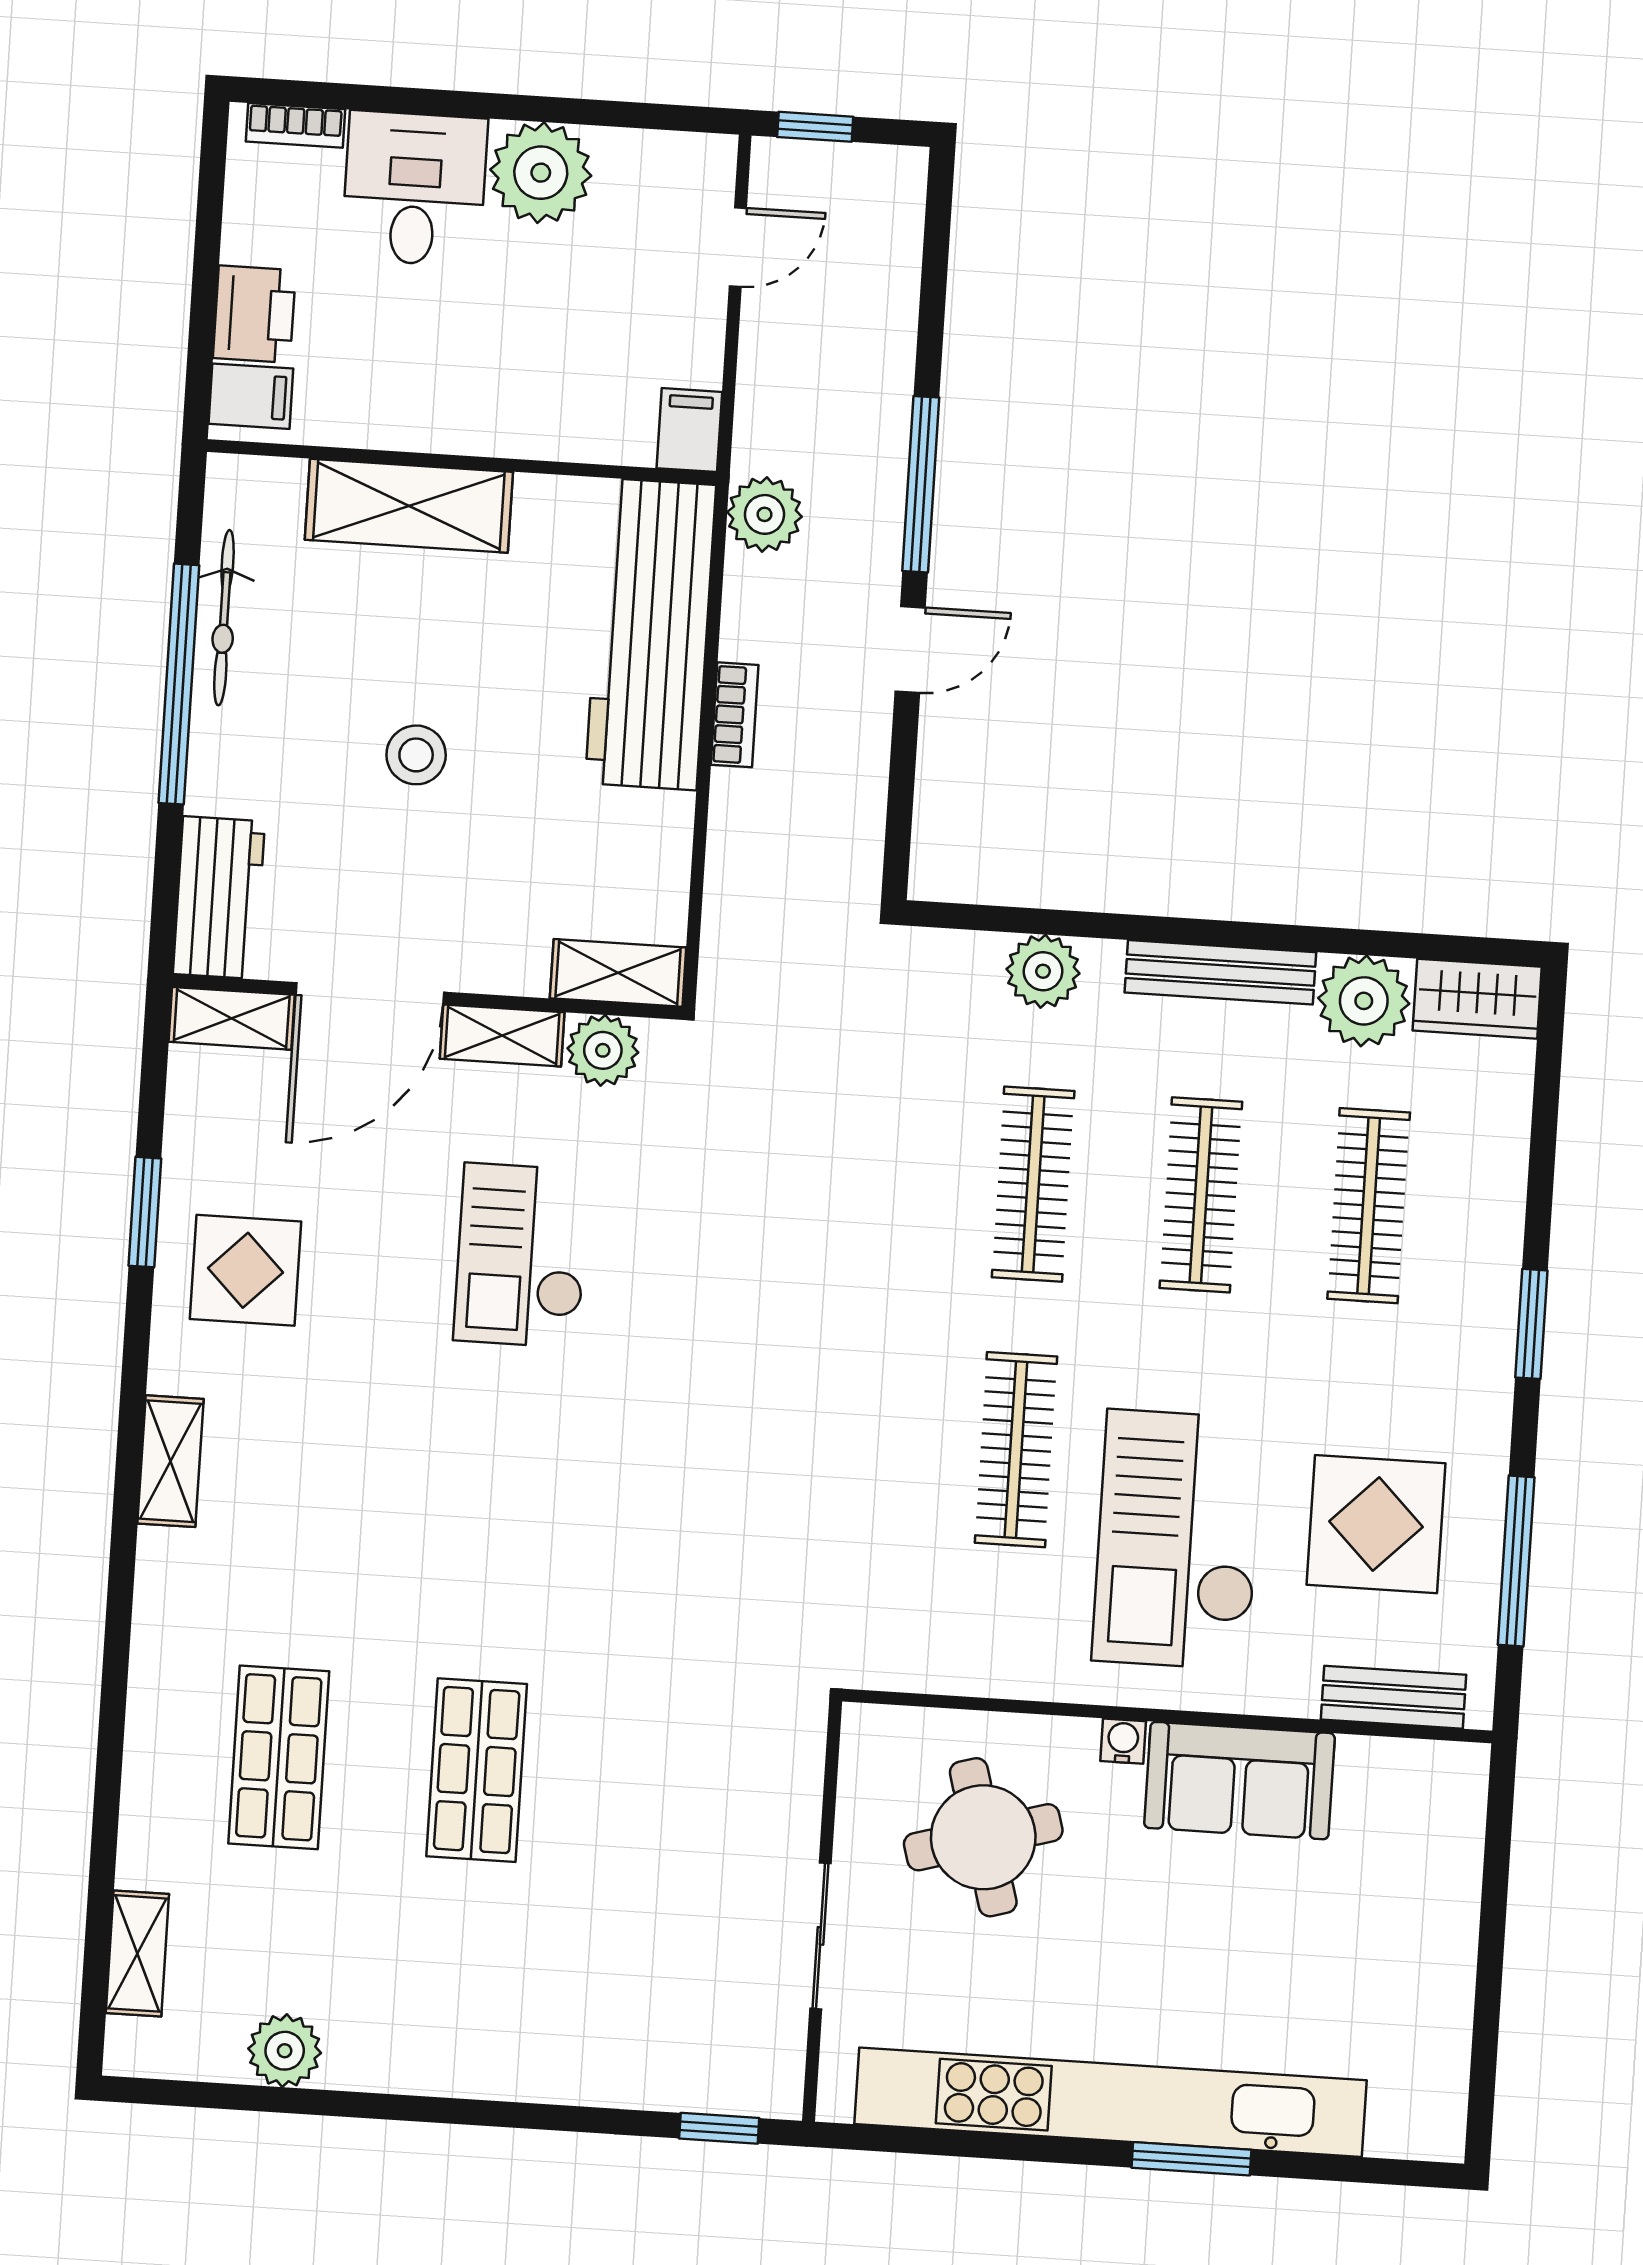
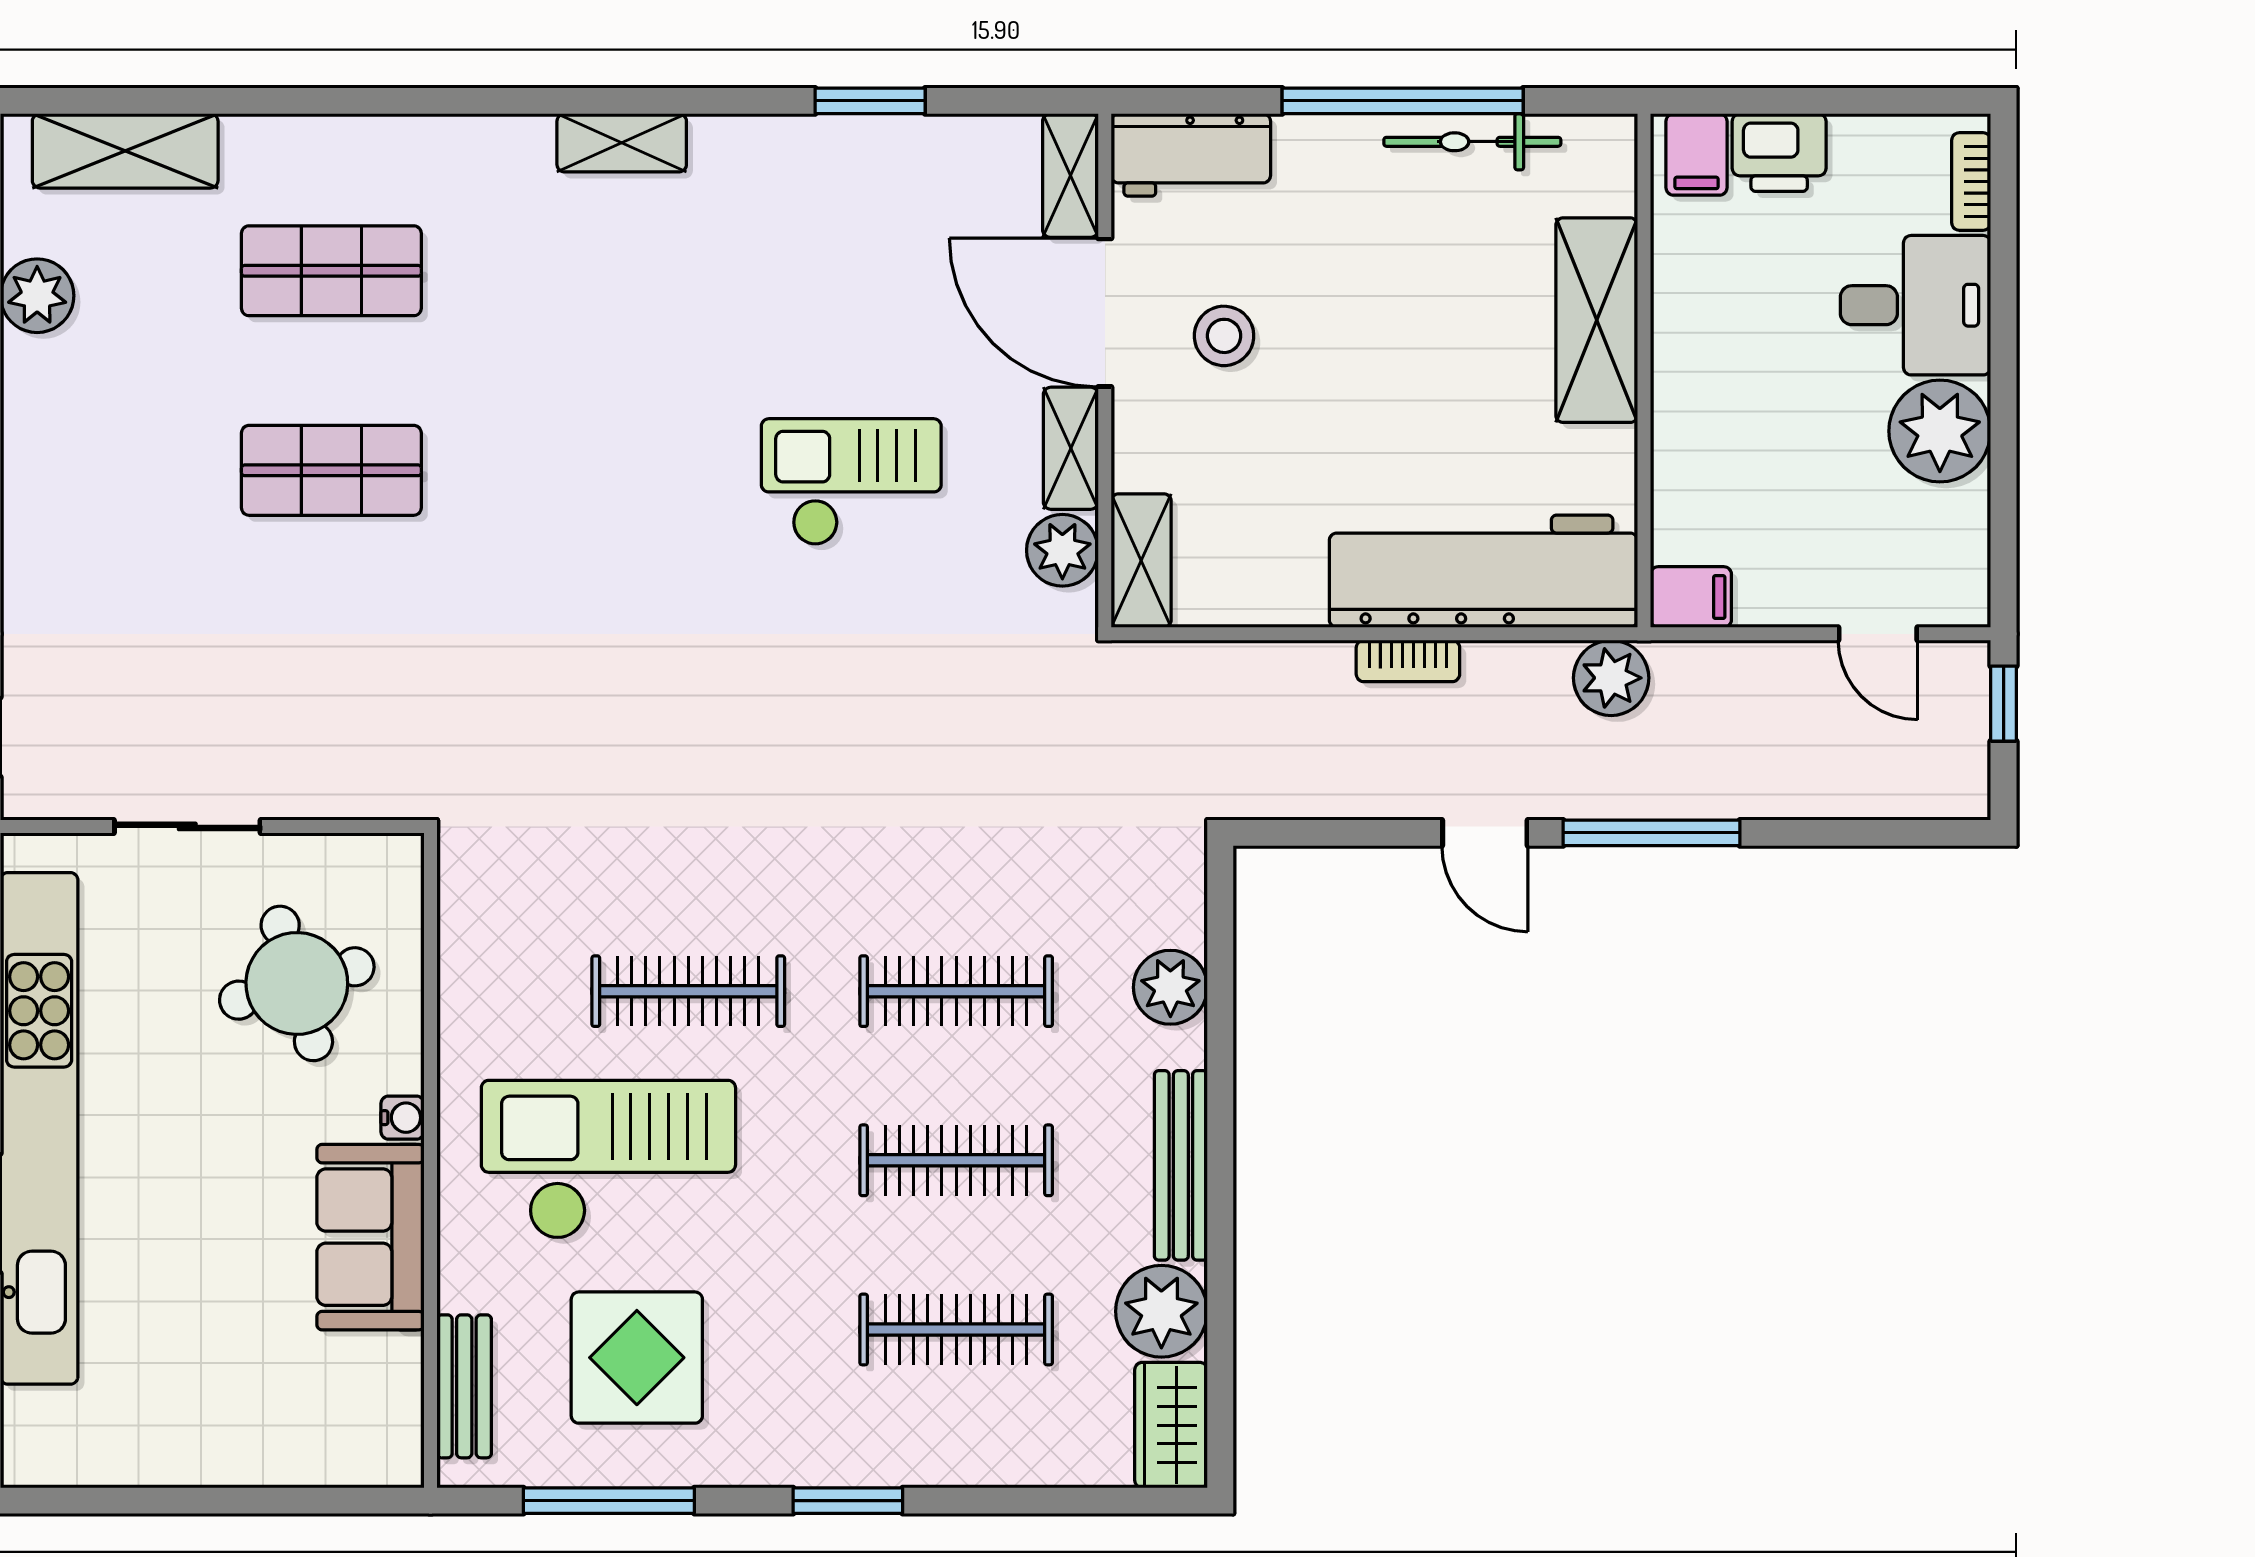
stool: (416, 755) -> (1224, 336), moved
display table: (245, 1270) -> (818, 206), removed
shelving: (137, 1953) -> (125, 151), width x1.50, depth x1.33

